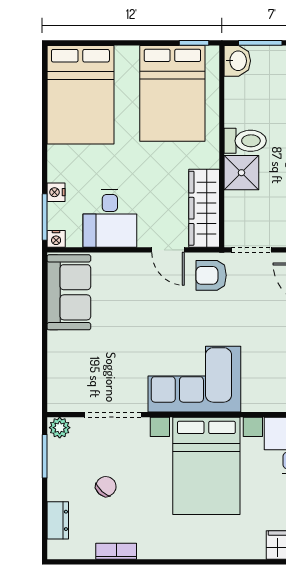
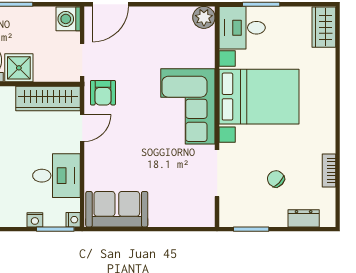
plant: (60, 428) -> (228, 217), removed

